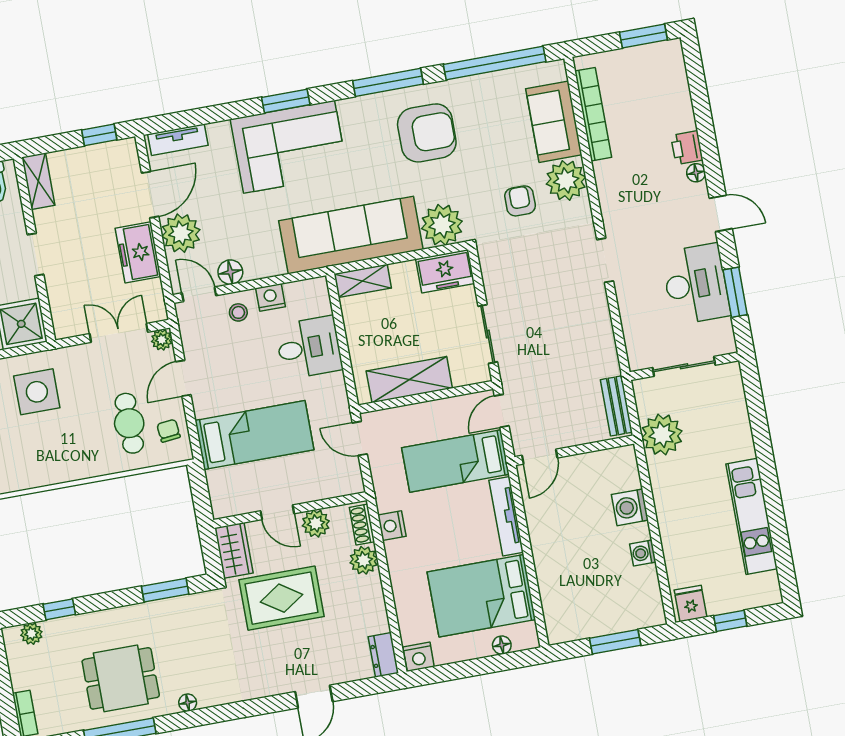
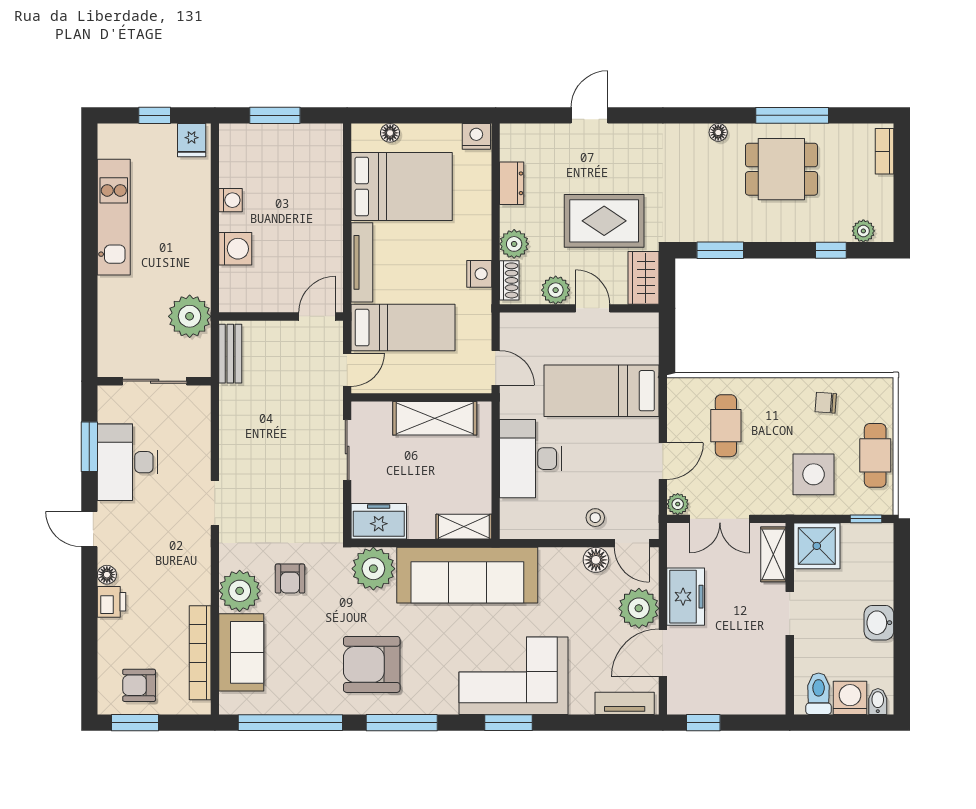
armchair: (646, 72) -> (139, 685), added
shelving: (38, 181) -> (773, 554), moved
nightstand: (270, 297) -> (560, 527), removed
desk: (309, 348) -> (530, 459), width x1.37
chair: (169, 431) -> (826, 403), moved, turned 100
dresser: (383, 655) -> (512, 183), moved

